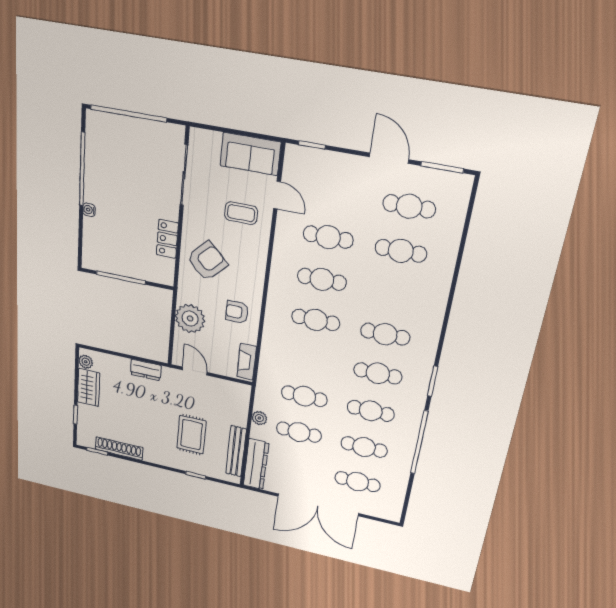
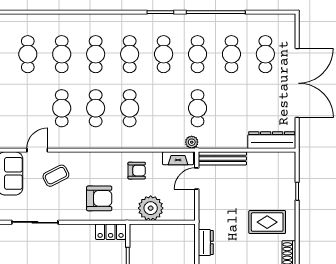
coffee table: (241, 213) -> (56, 176), turned 63
locker: (167, 239) -> (111, 232), moved
armchair: (207, 261) -> (99, 198), turned 136
armchair: (237, 312) -> (137, 171), turned -90
door: (195, 371) -> (197, 178), moved
plant: (259, 418) -> (192, 142), moved
cafe table: (299, 432) -> (96, 54), moved
rug: (191, 435) -> (267, 222), moved
bench: (236, 451) -> (222, 158), moved

